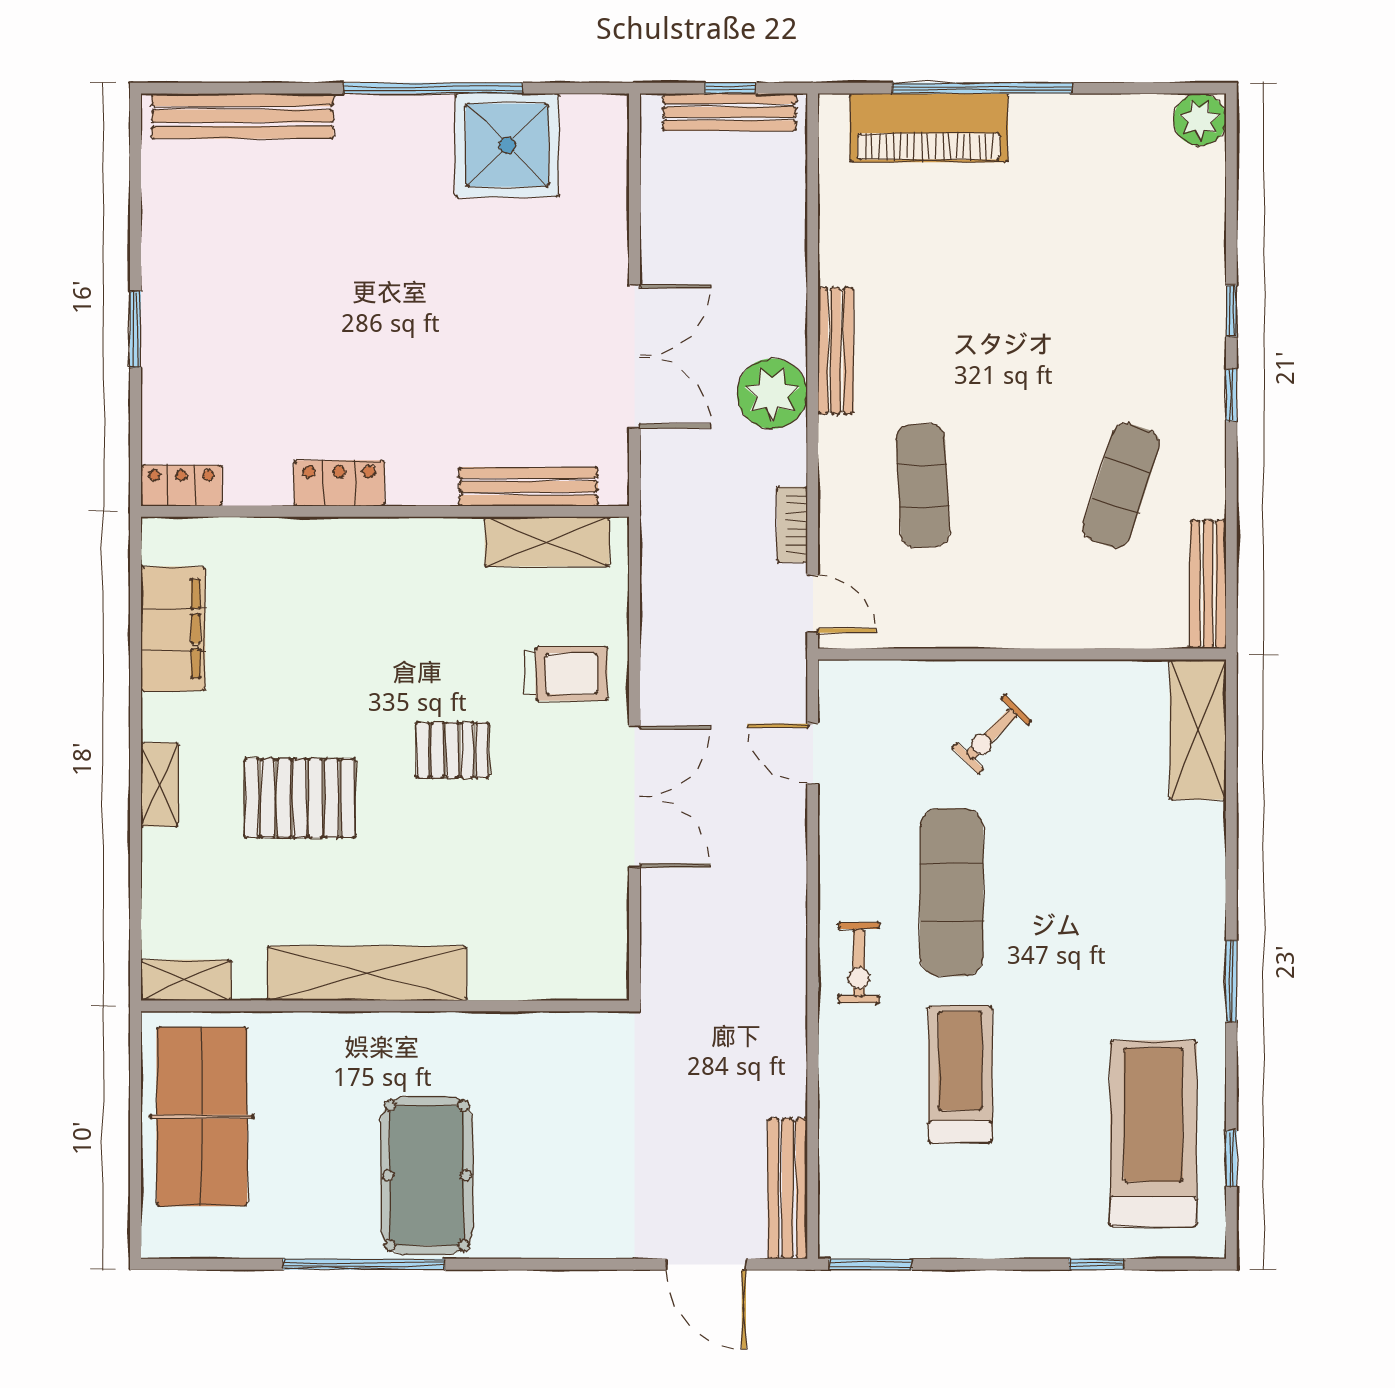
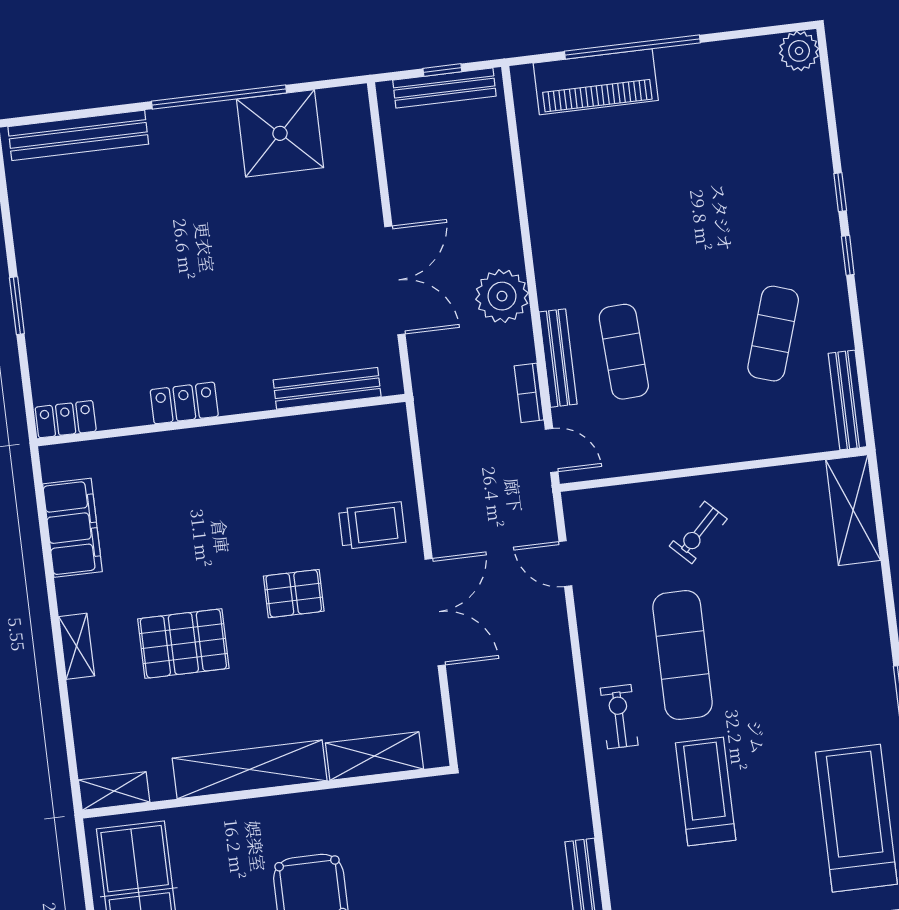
bench: (836, 351) -> (558, 358), moved
shelving: (547, 542) -> (374, 756), moved
exercise bike: (859, 963) -> (619, 717), turned 180

